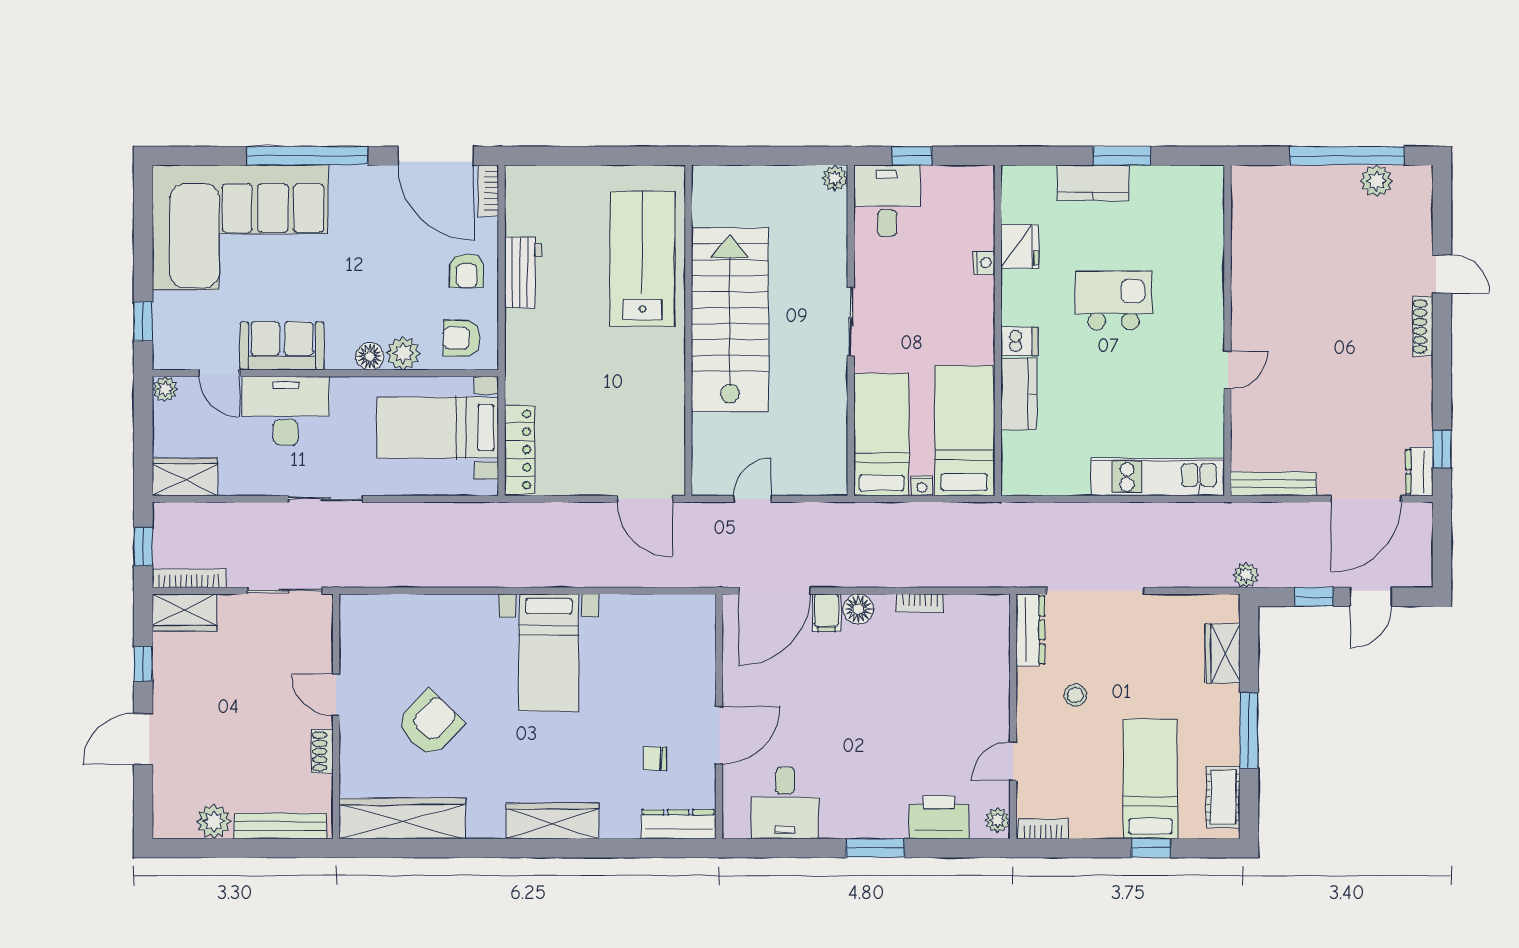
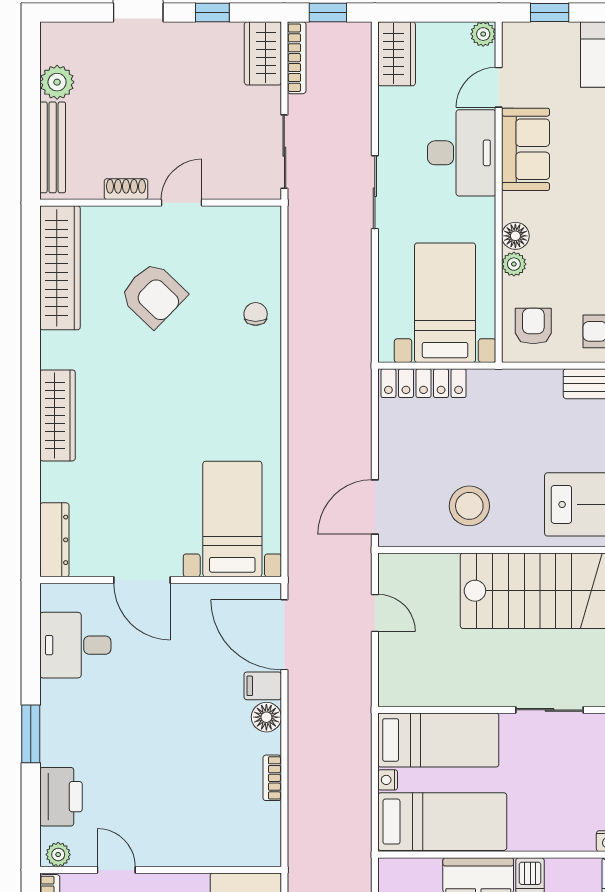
plant: (403, 353) -> (514, 264), width x0.73, depth x0.73
stool: (644, 403) -> (469, 506), added
bed with nightstands: (549, 653) -> (232, 519), moved, turned 90
chair: (654, 759) -> (256, 314), moved

